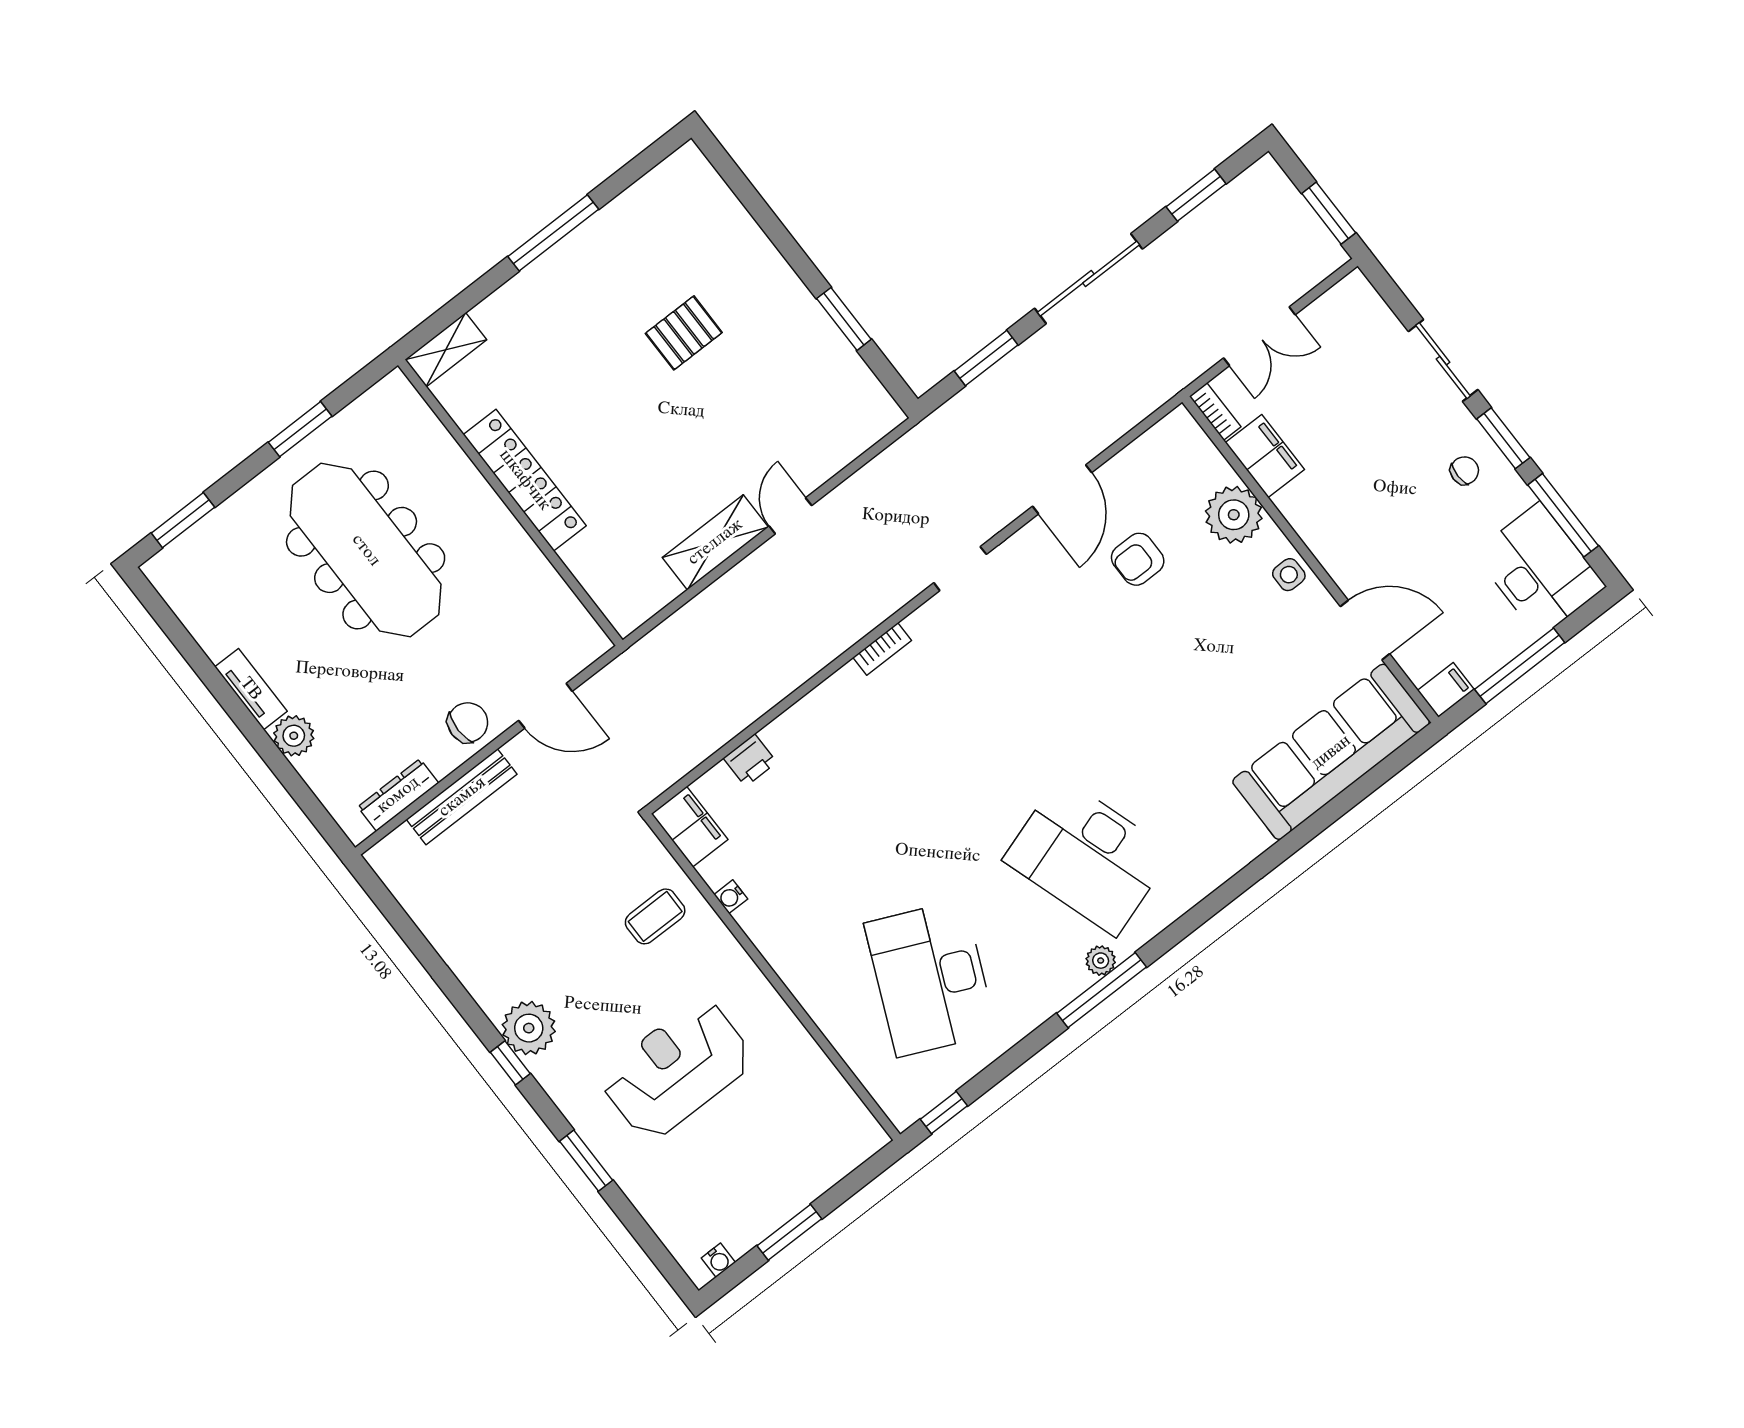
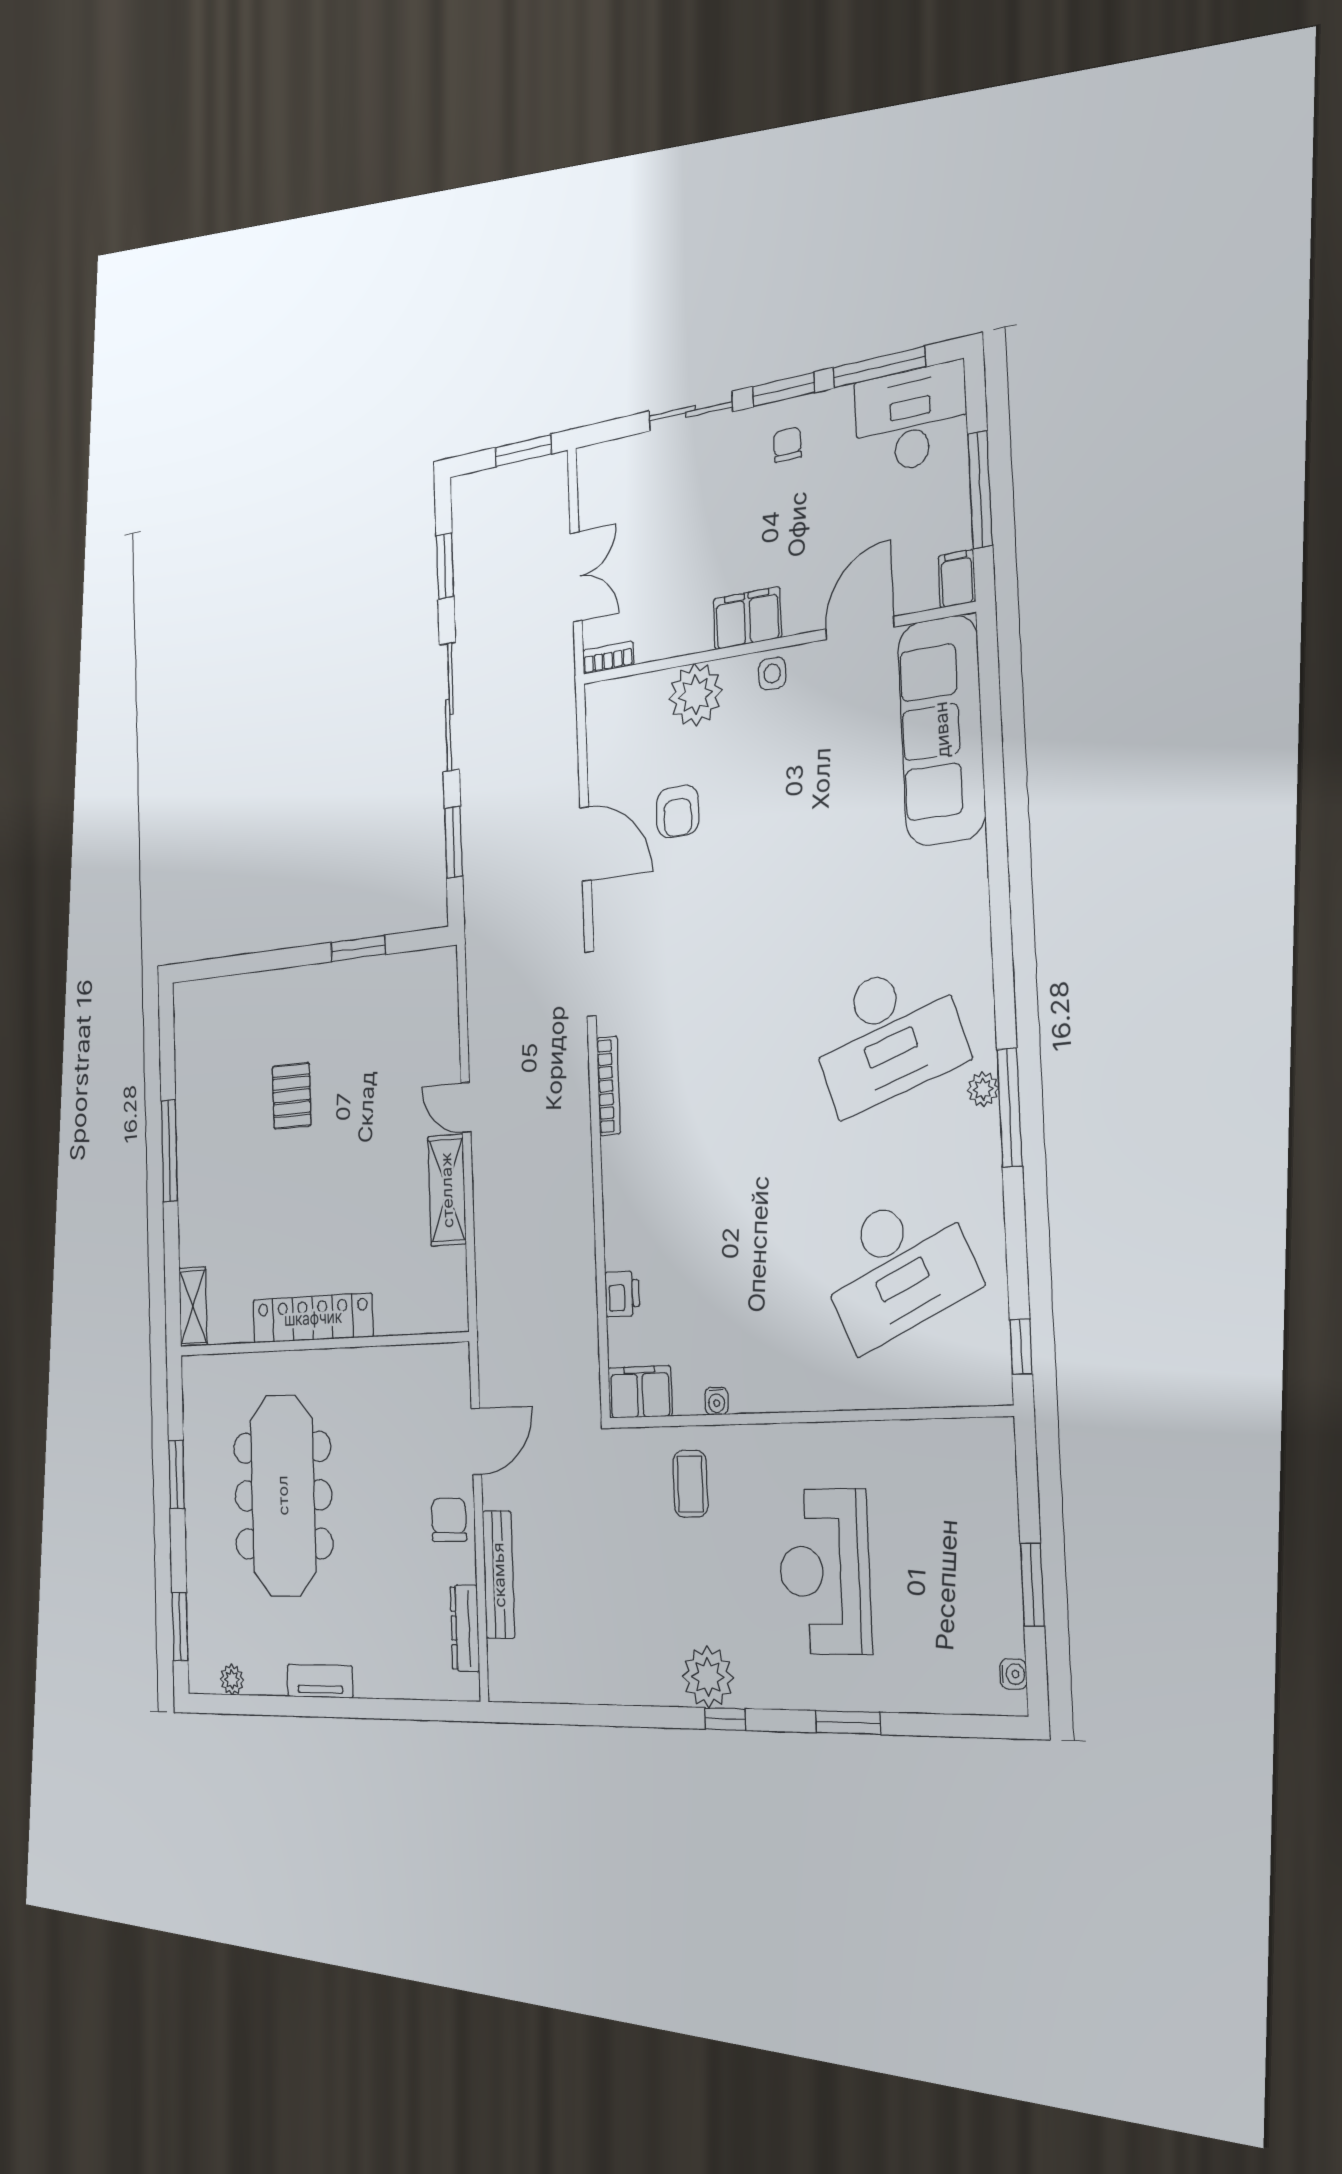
filing cabinet: (1265, 456) -> (747, 618), moved
meeting table: (366, 550) -> (283, 1495), turned 90
bookcase: (882, 649) -> (608, 1086), width x1.56
plant: (294, 736) -> (232, 1680), moved, width x0.73, depth x0.73
desk: (931, 978) -> (897, 1267), turned -48

